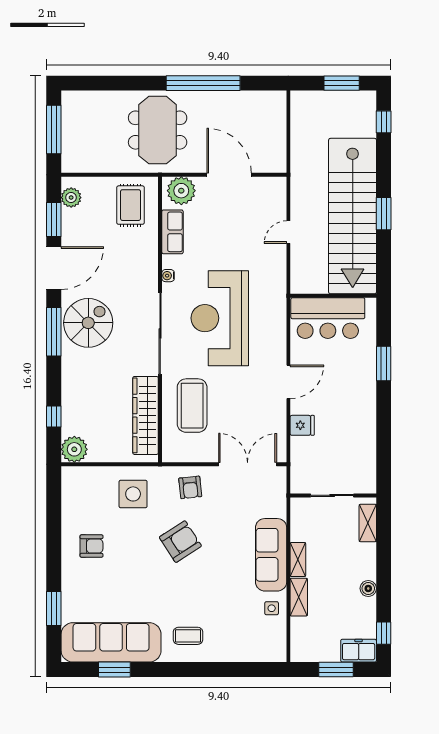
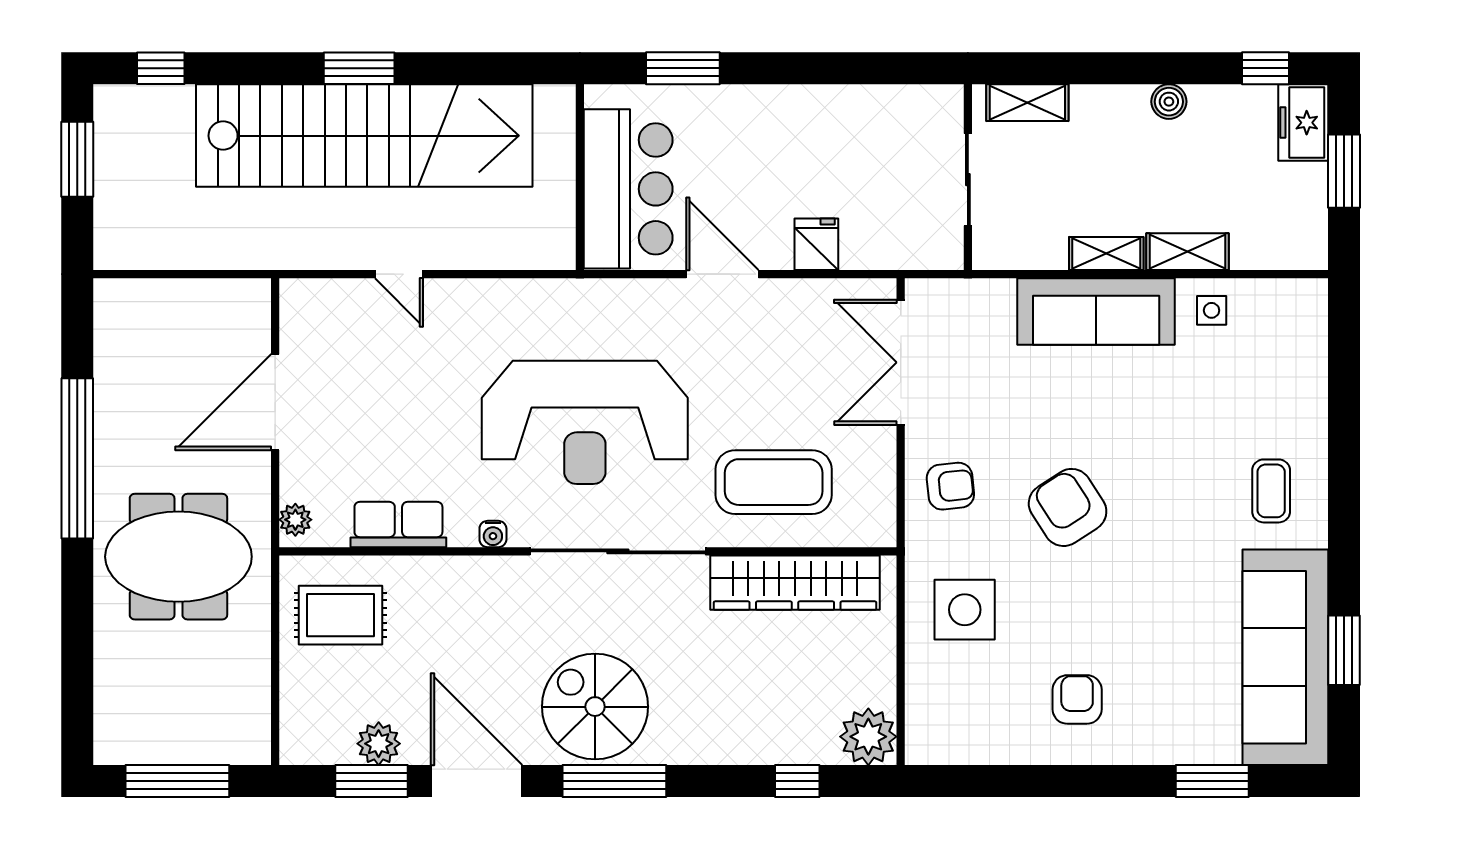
plant: (181, 191) -> (295, 520), width x0.53, depth x0.53
plant: (71, 198) -> (379, 744), moved
wall: (333, 296) -> (580, 177), moved
bar counter: (328, 318) -> (628, 189), moved

